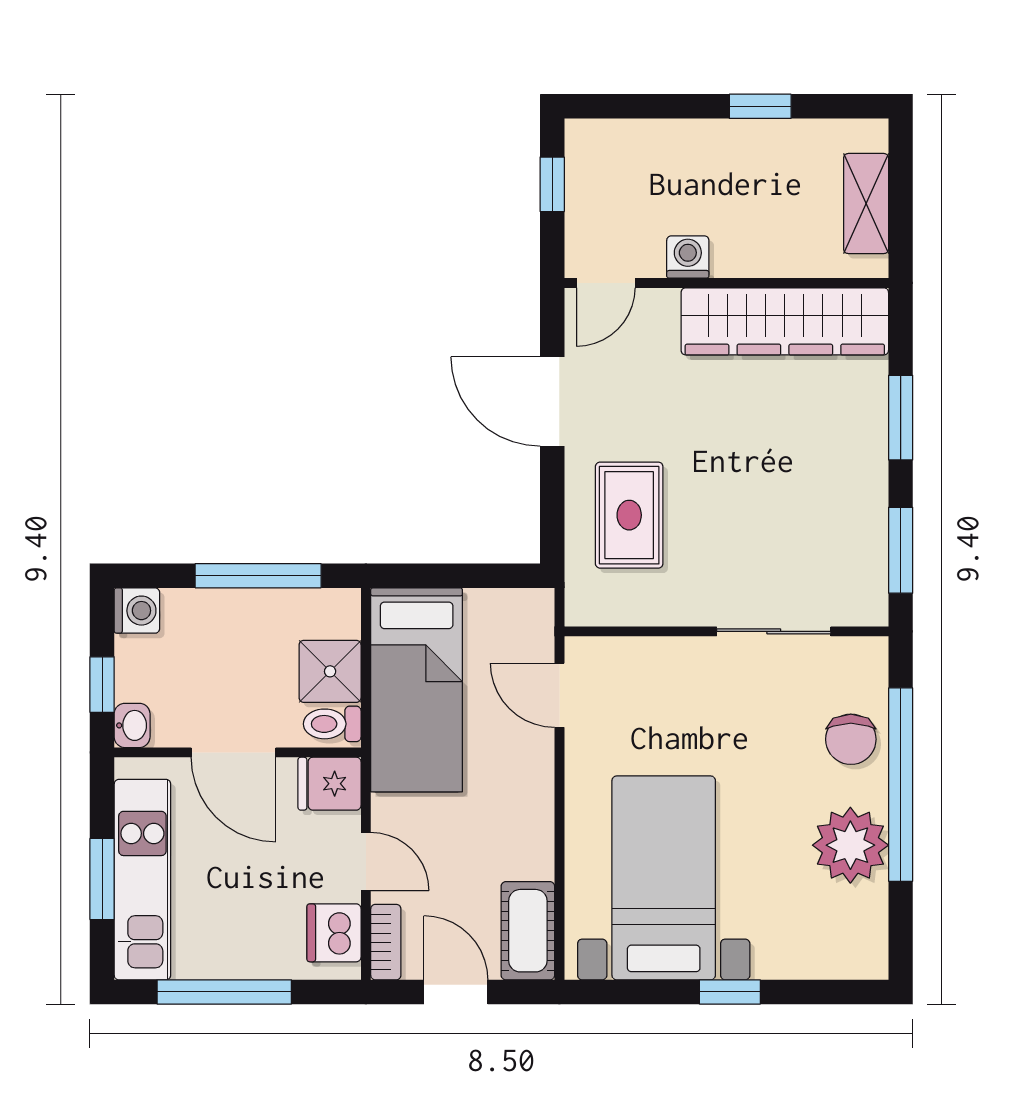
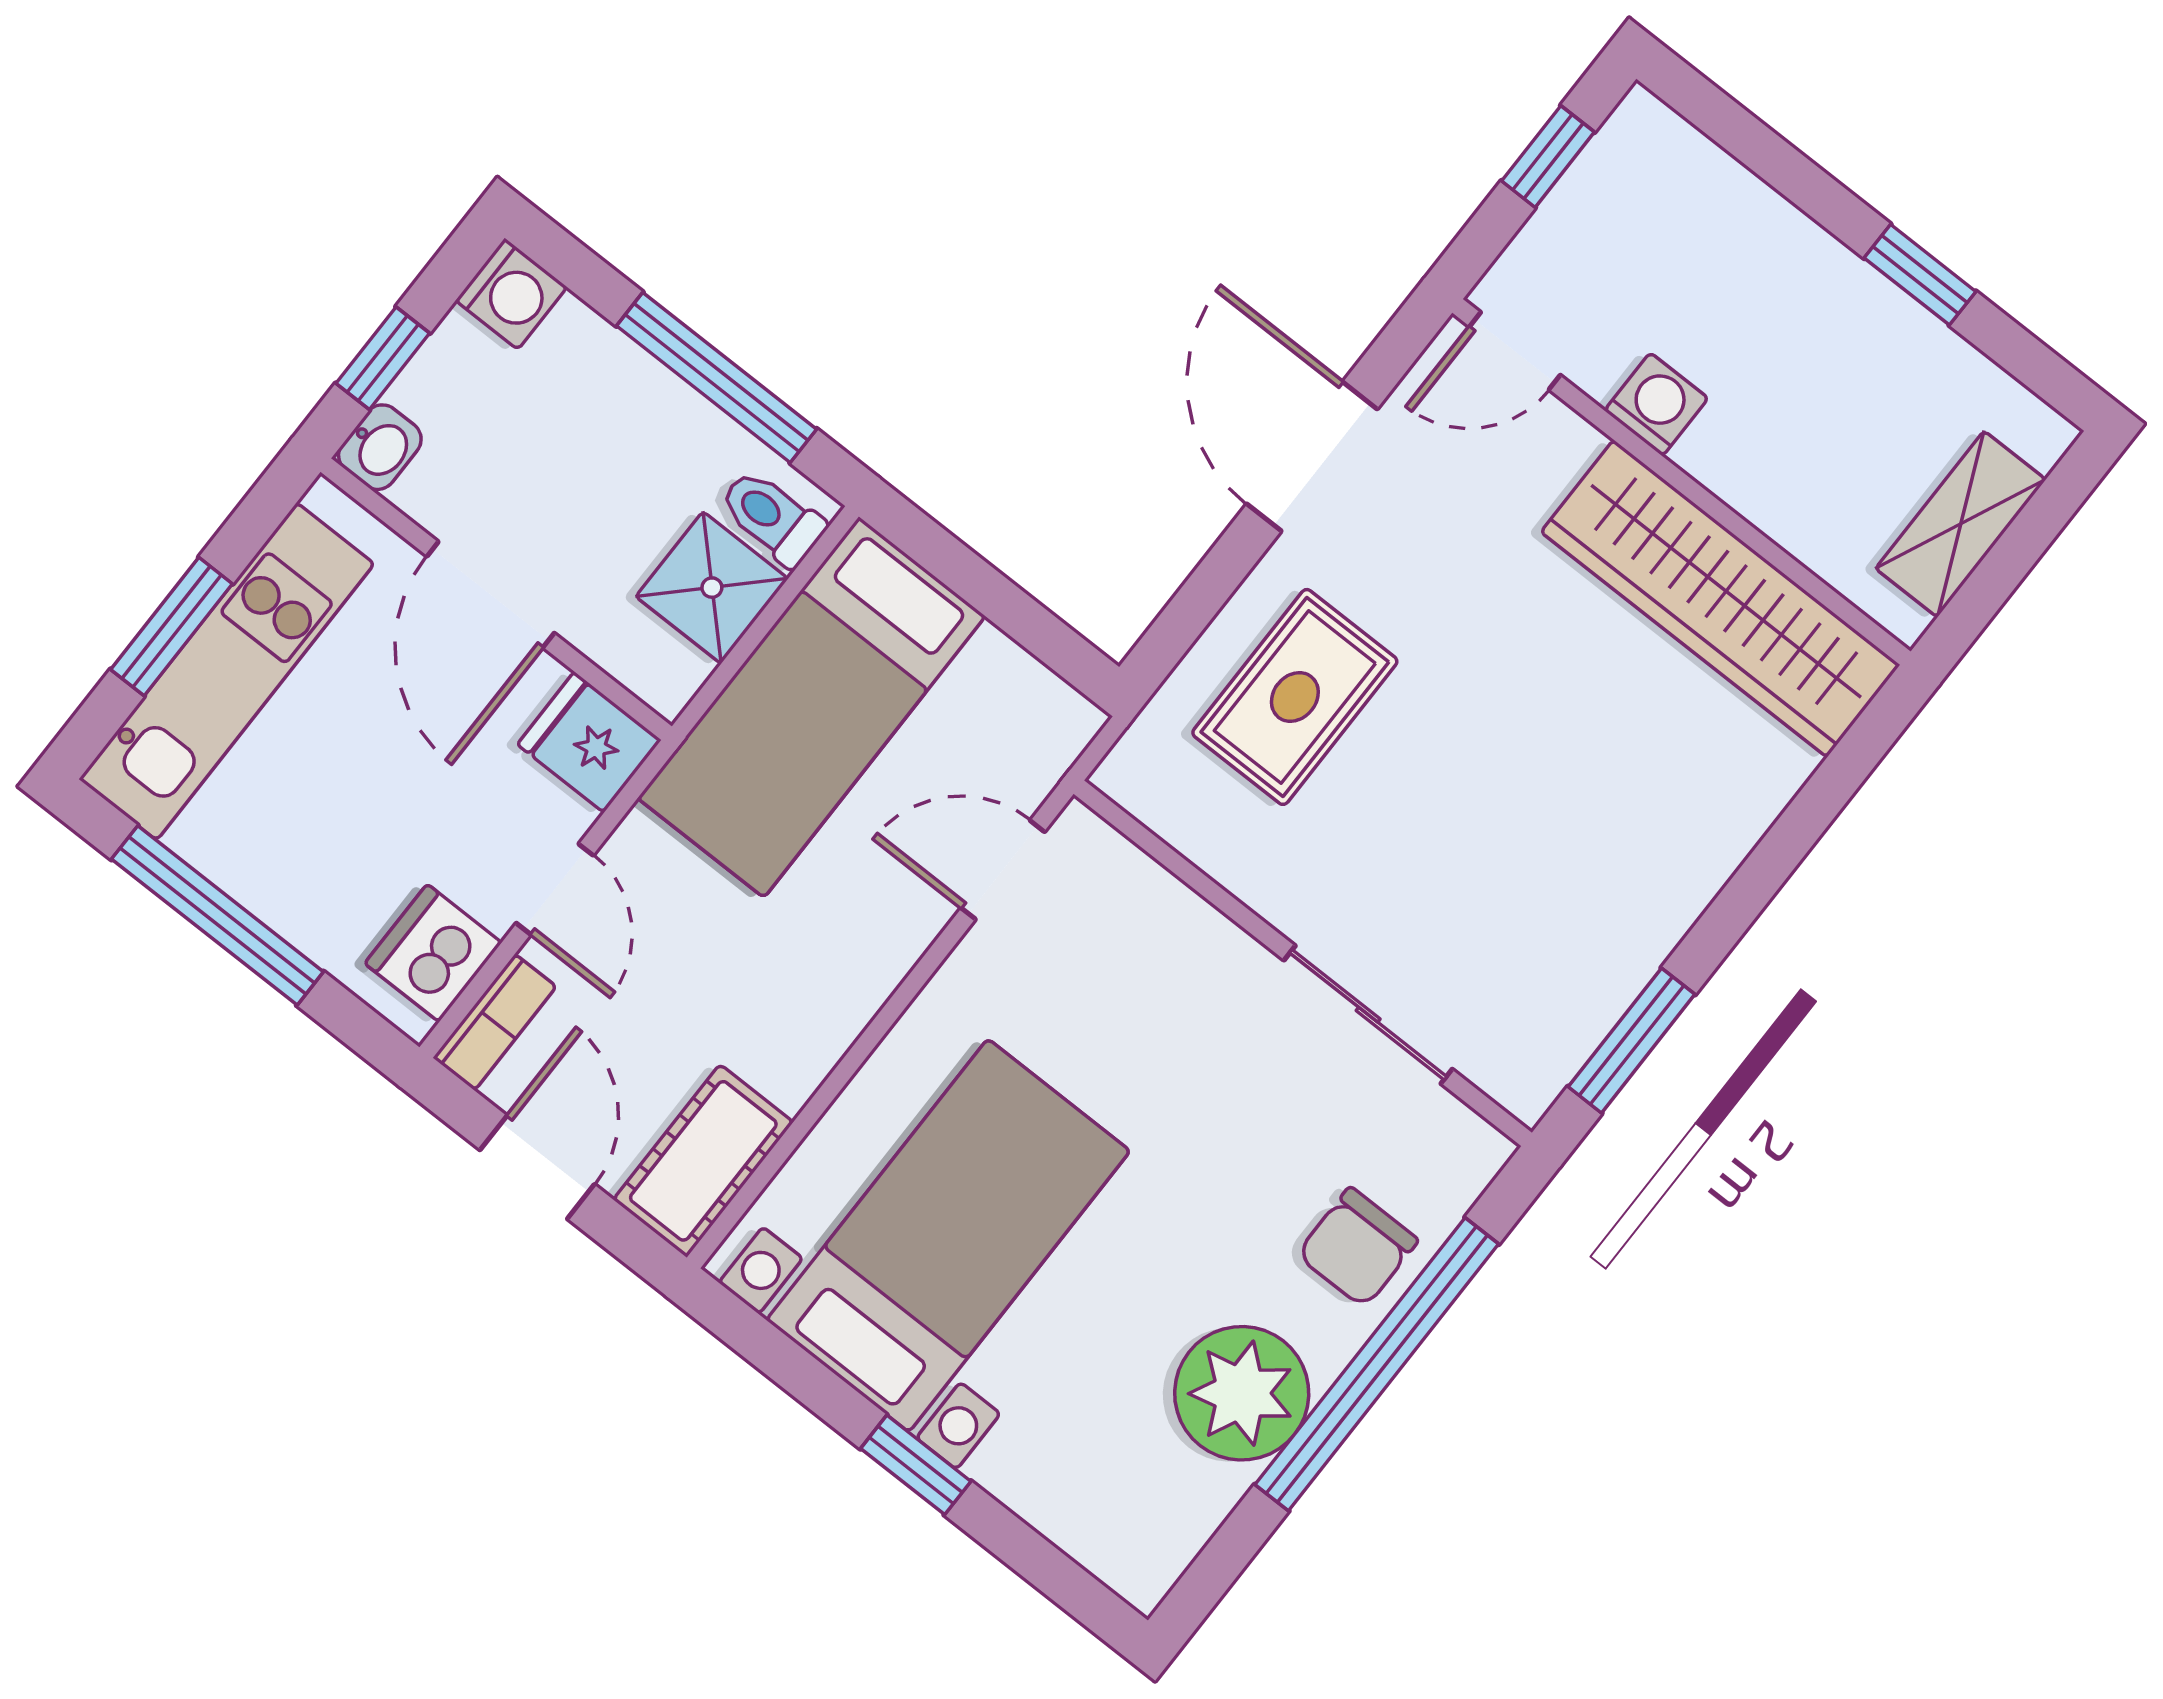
window: (901, 418) -> (1776, 857), removed
door: (559, 695) -> (1003, 870), hinge flipped
toilet: (332, 724) -> (772, 517), moved

